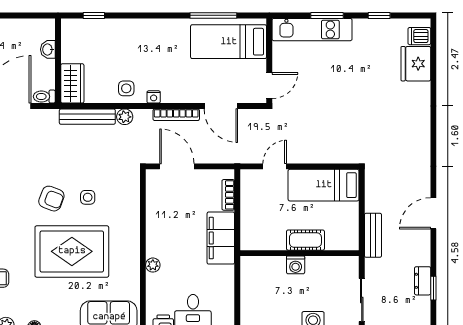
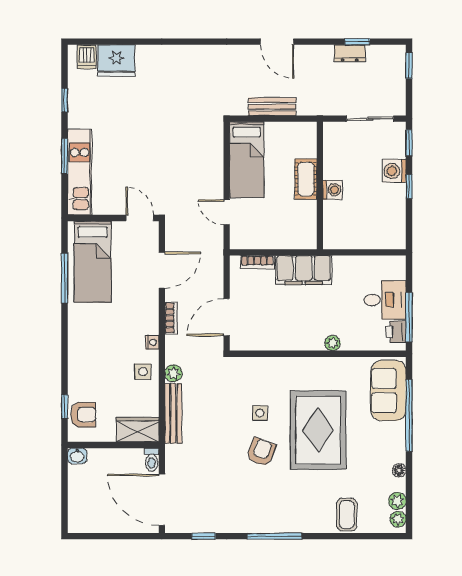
armchair: (86, 33) -> (83, 415), added
washbasin: (48, 49) -> (77, 456), moved
bookcase: (176, 115) -> (171, 318), width x0.64
bench: (373, 235) -> (272, 107), moved

